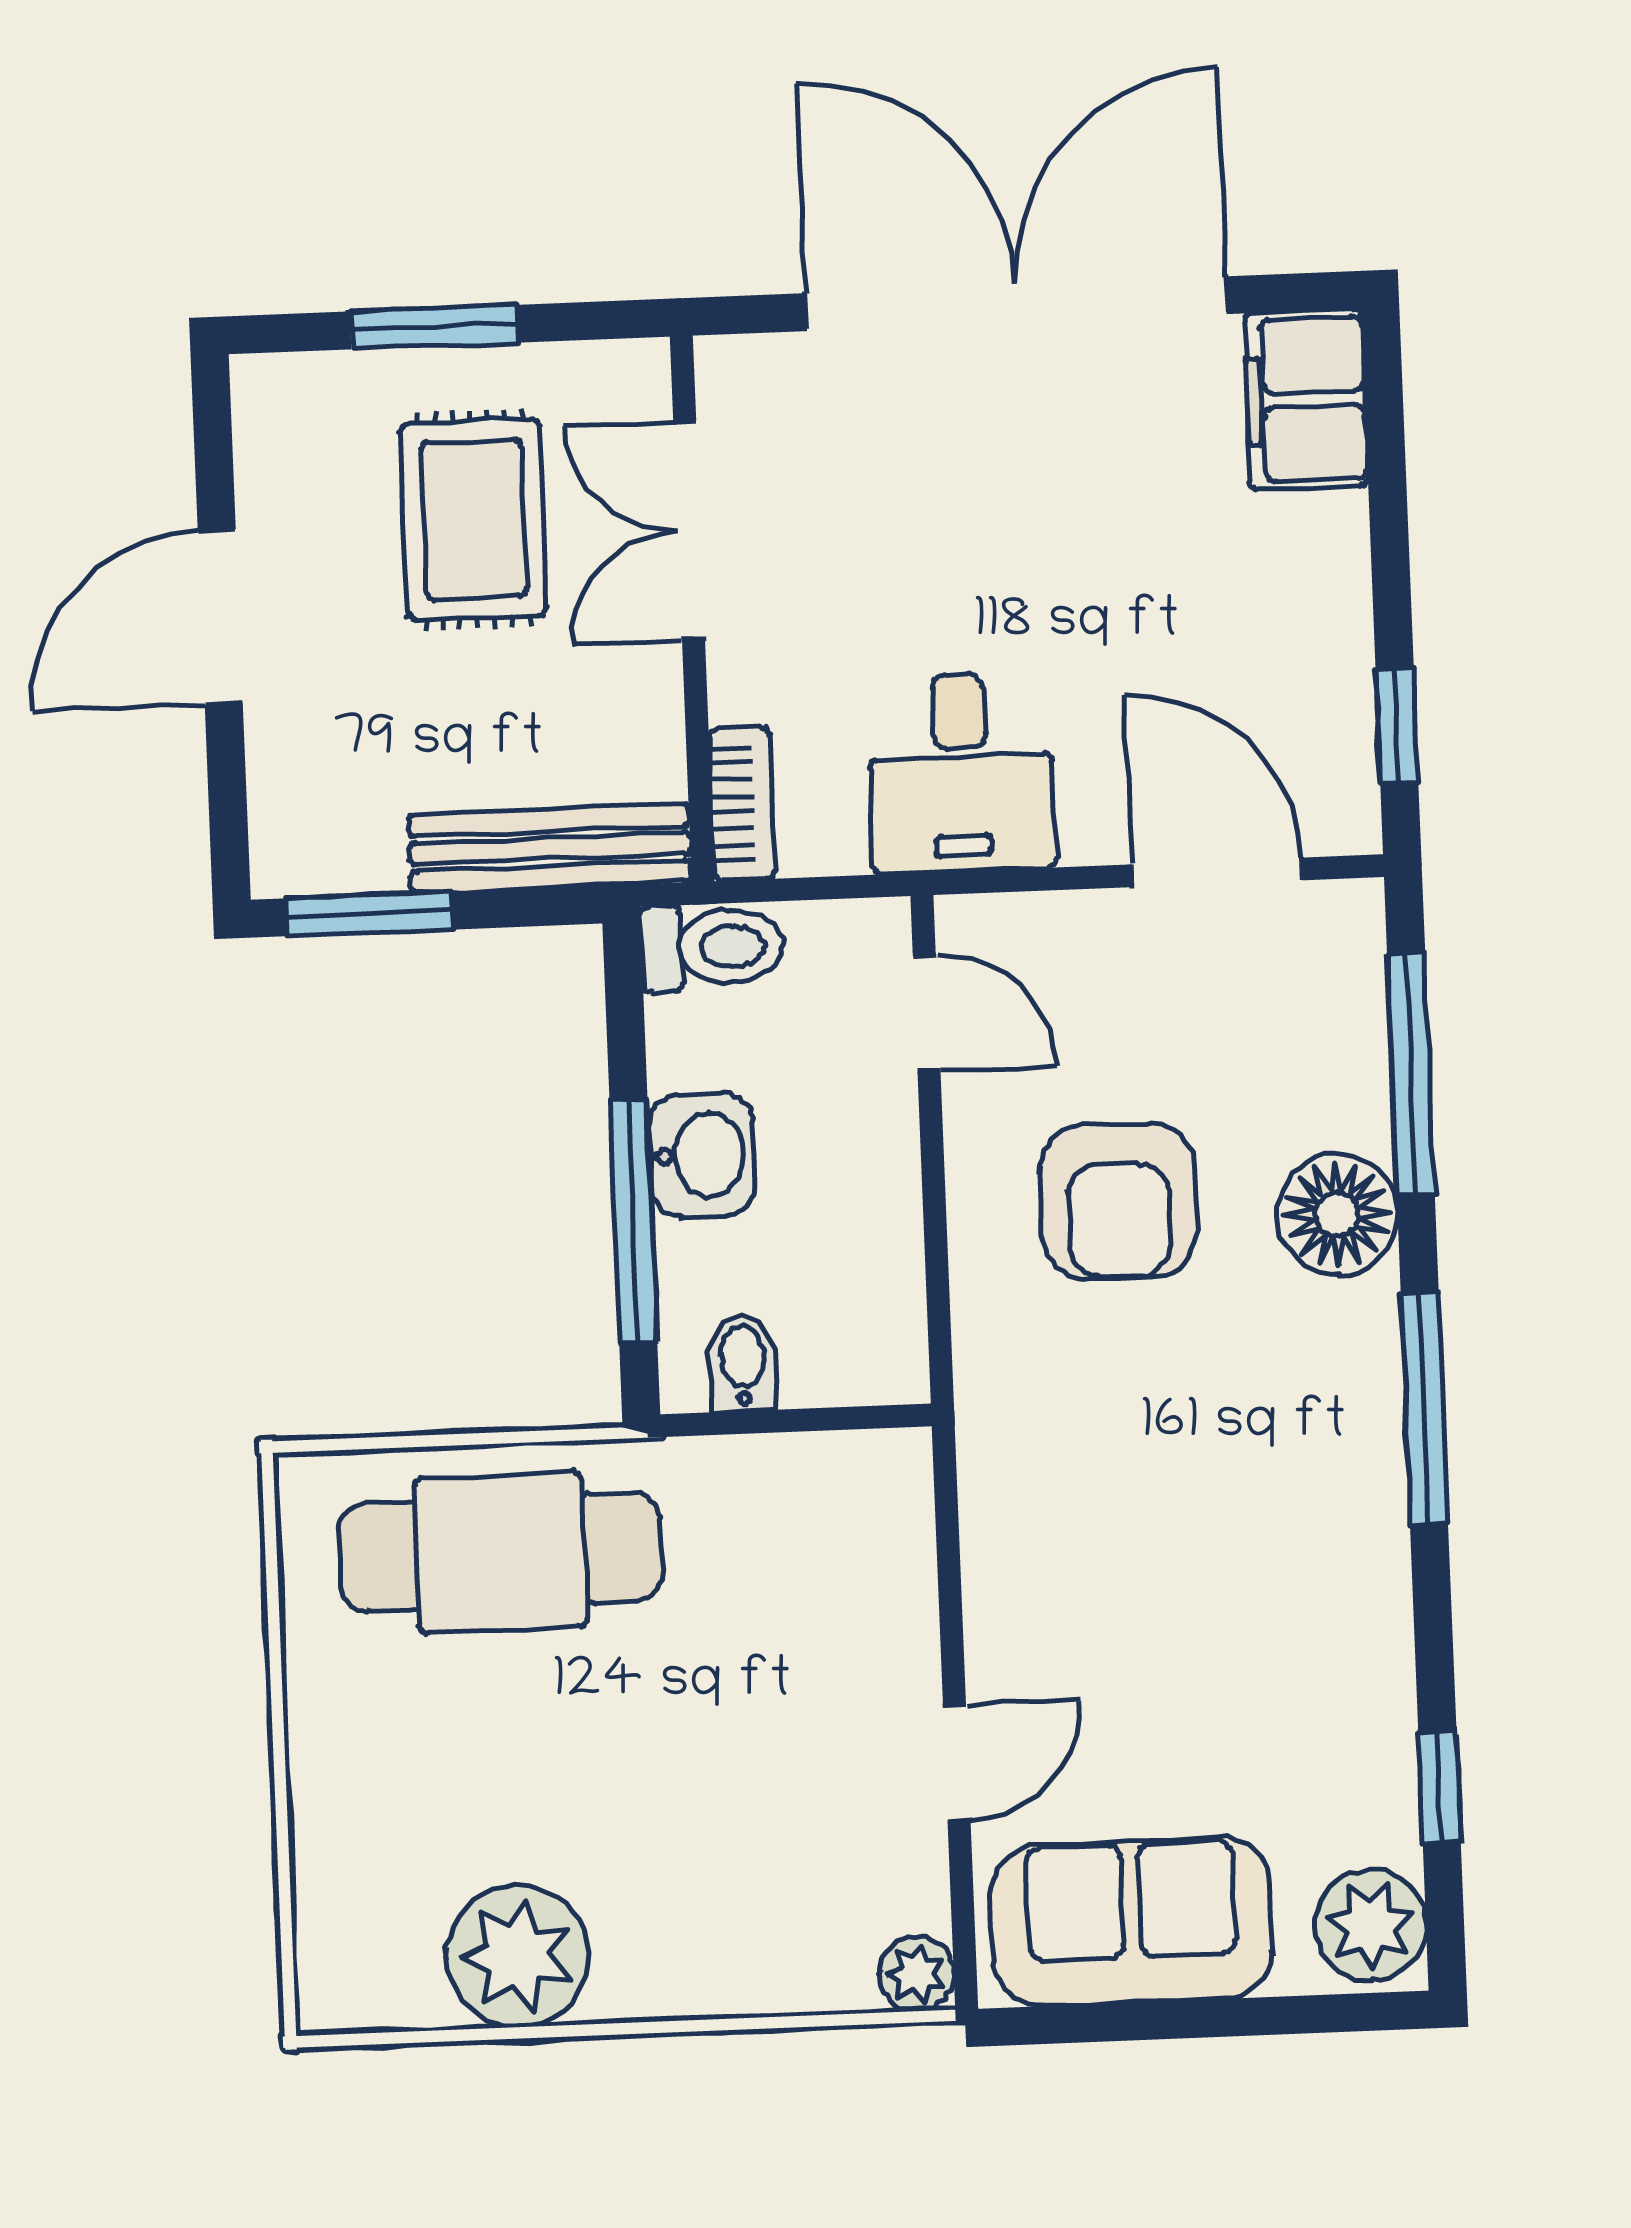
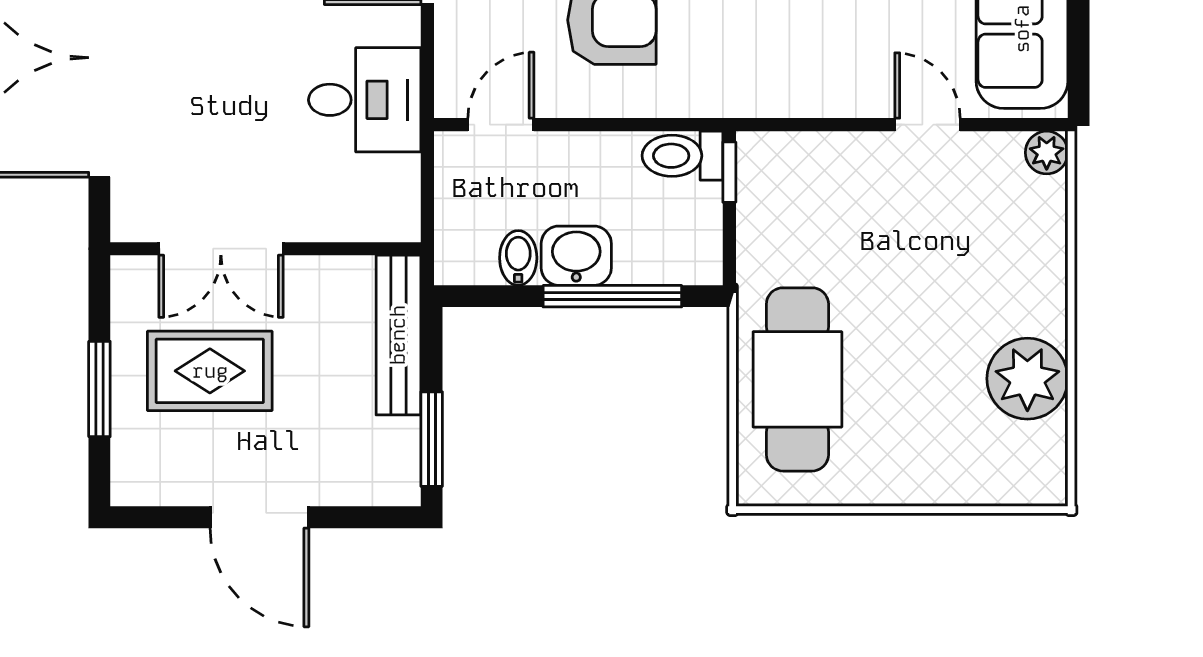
bookcase: (742, 804) -> (378, 225), removed
toilet: (712, 947) -> (682, 156), moved, turned -90
bidet: (742, 1363) -> (518, 258), moved, turned 90
window: (859, 1418) -> (729, 172), added

